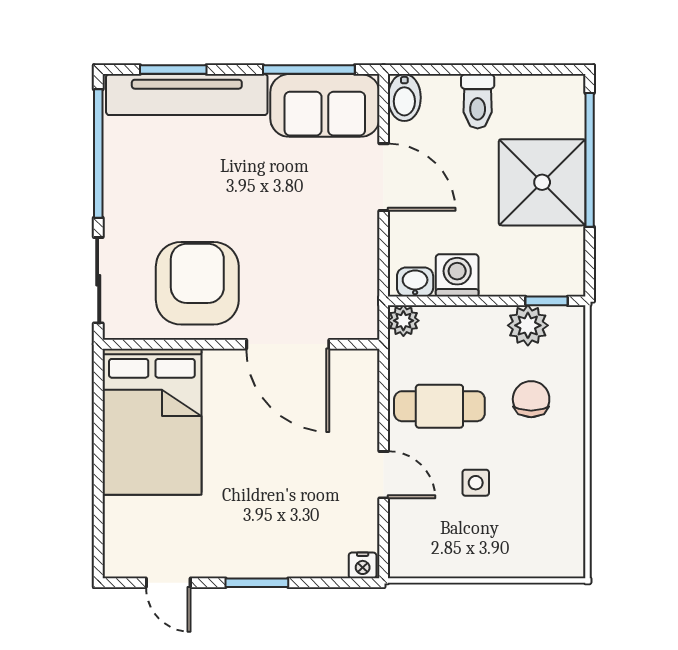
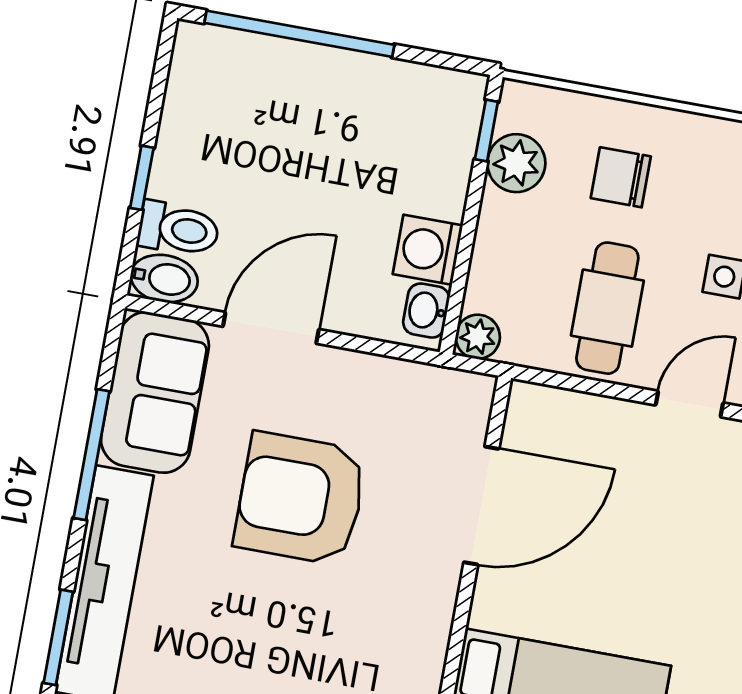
window: (173, 70) -> (58, 637), moved
window: (309, 70) -> (91, 455), moved
window: (471, 70) -> (142, 178), added
toilet: (478, 101) -> (178, 229), moved
shower: (542, 182) -> (319, 106), removed
armchair: (197, 283) -> (301, 499), moved

